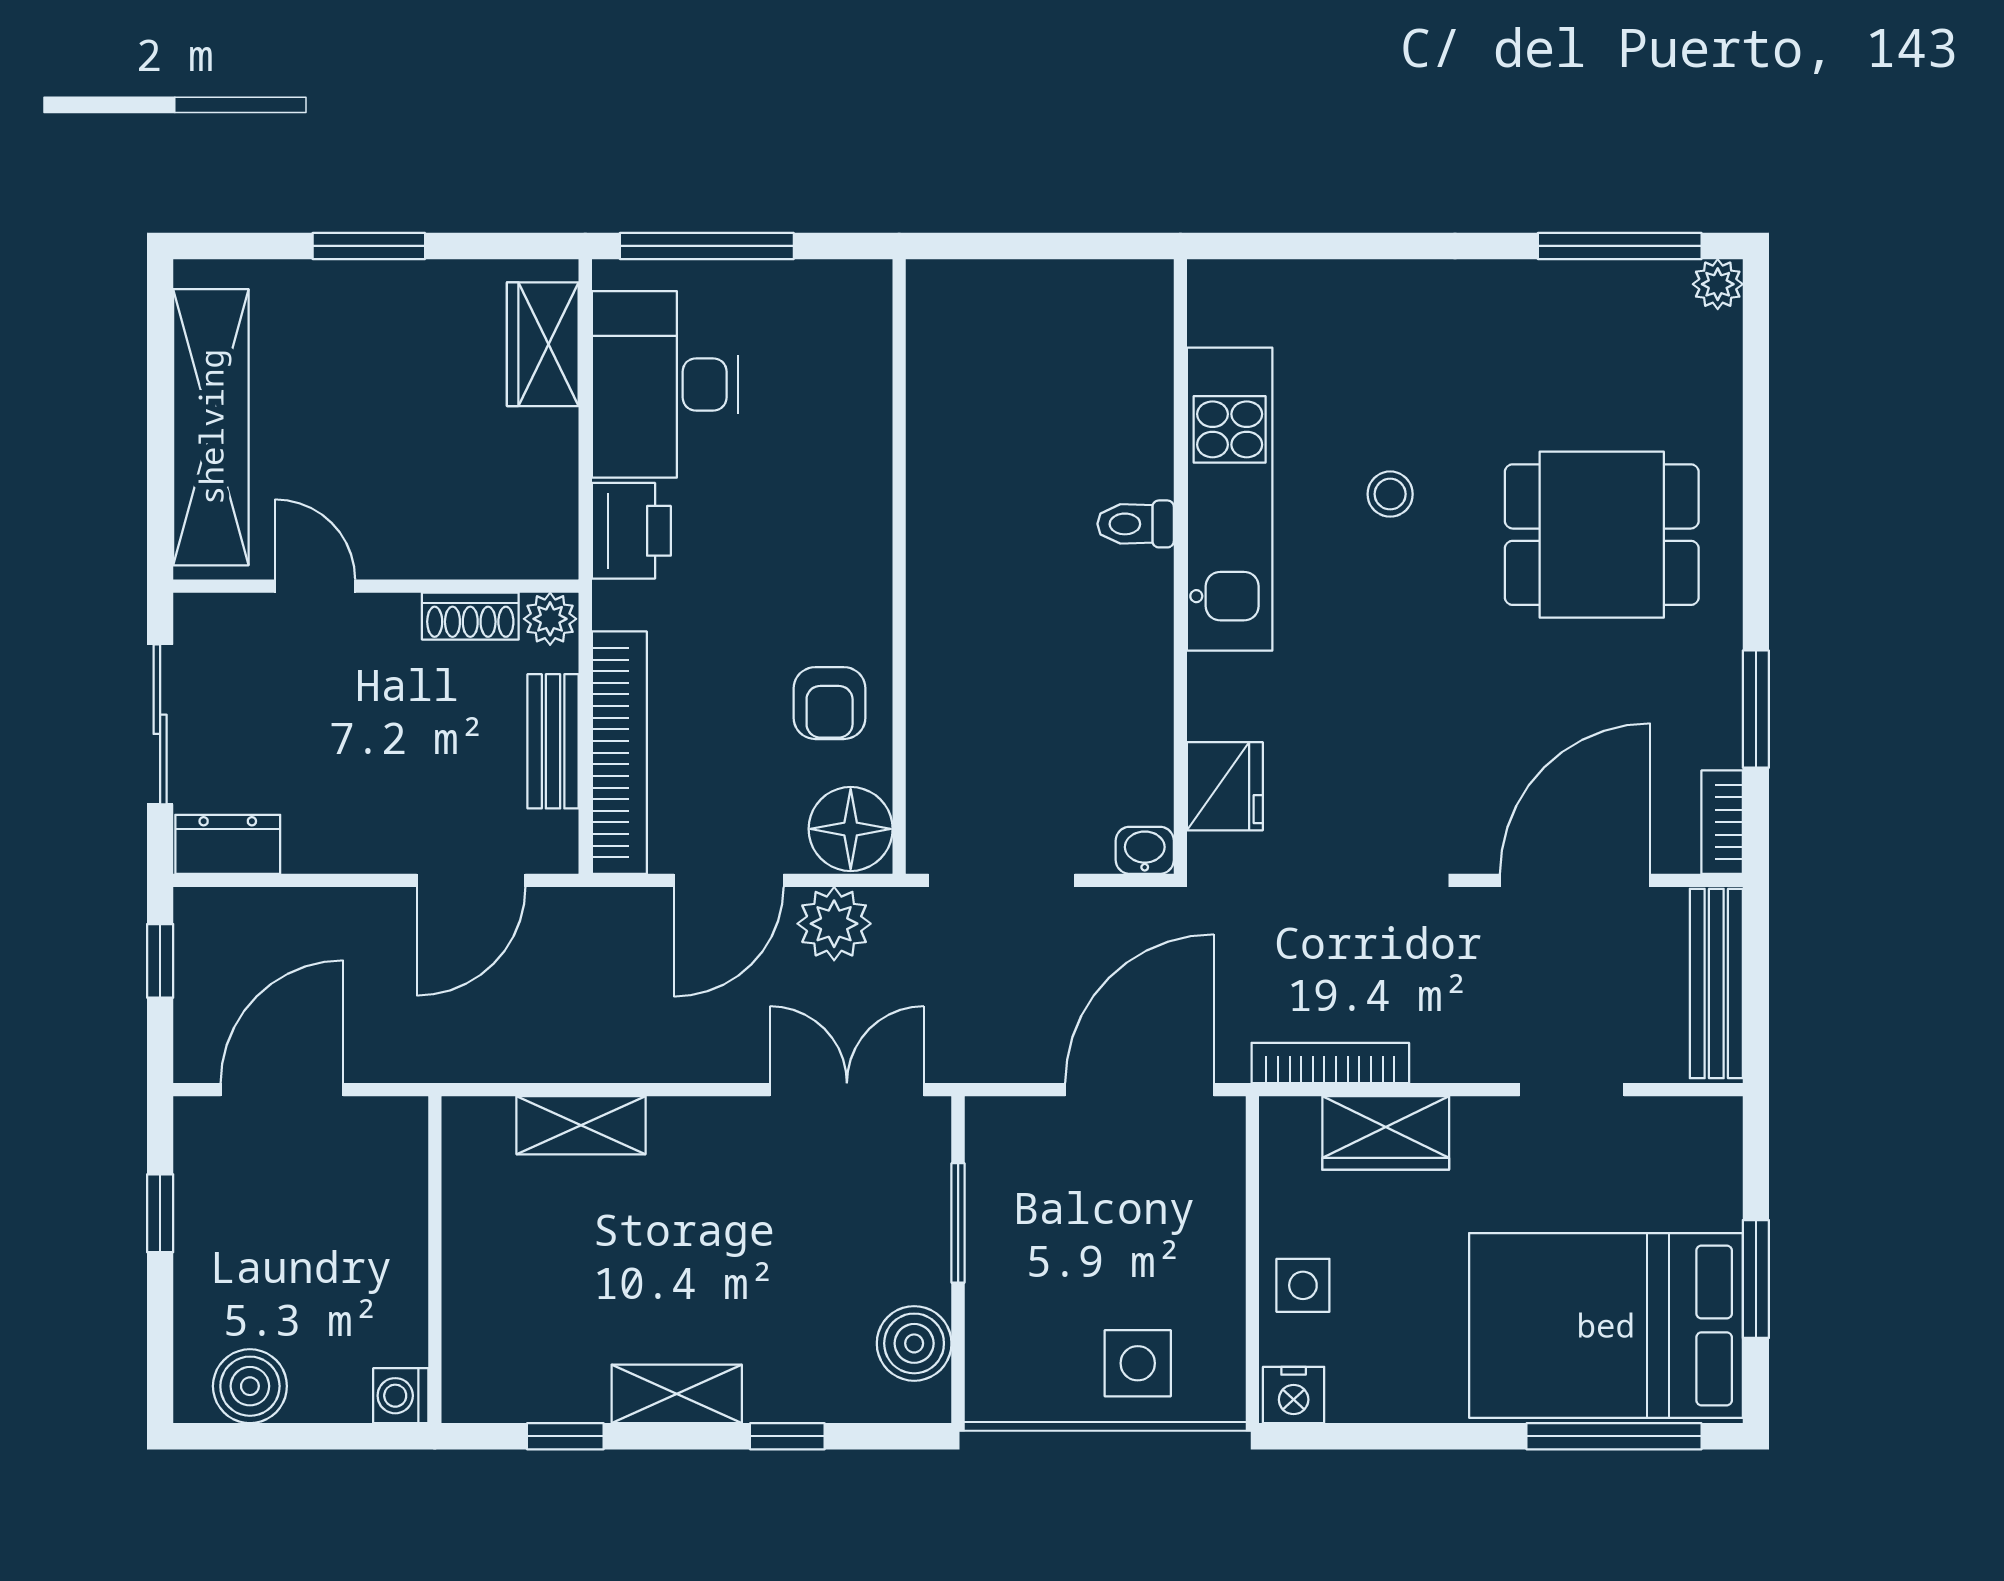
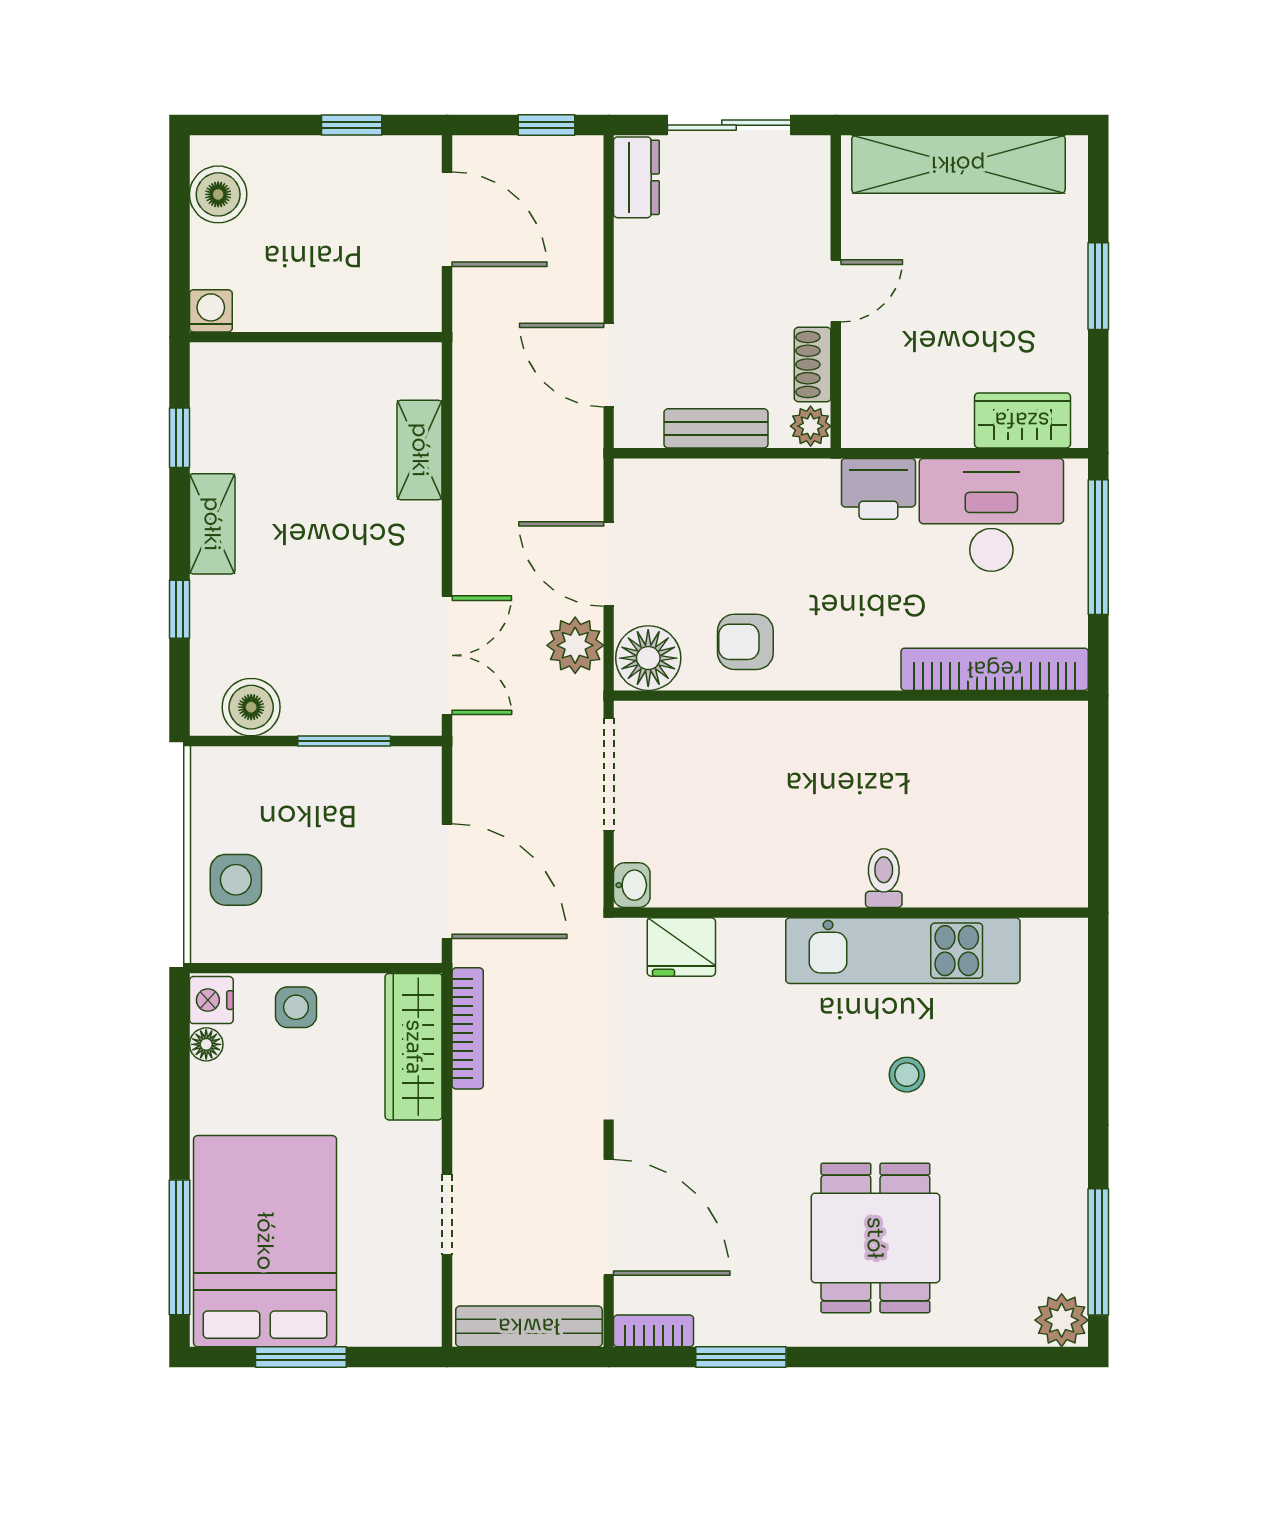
plant: (1718, 284) -> (1062, 1320), width x1.38, depth x1.38
door: (315, 586) -> (836, 291), moved
bookcase: (619, 753) -> (995, 669), moved, turned 180
wardrobe: (1386, 1133) -> (414, 1047), width x1.50
floor lamp: (1351, 1402) -> (206, 1044), added

